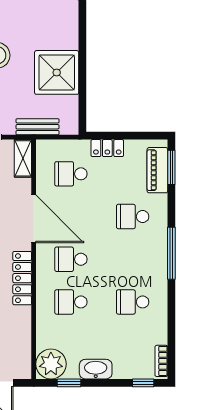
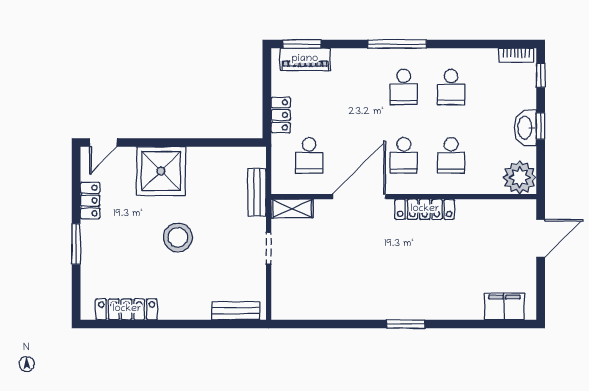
shower: (57, 72) -> (161, 171), moved
school desk: (133, 217) -> (404, 87), moved
window: (69, 383) -> (541, 126), moved

